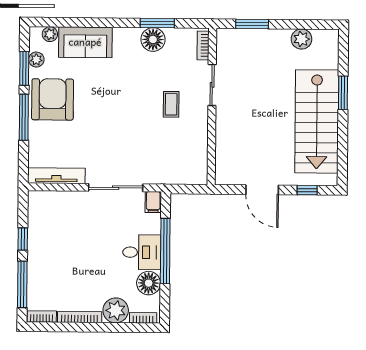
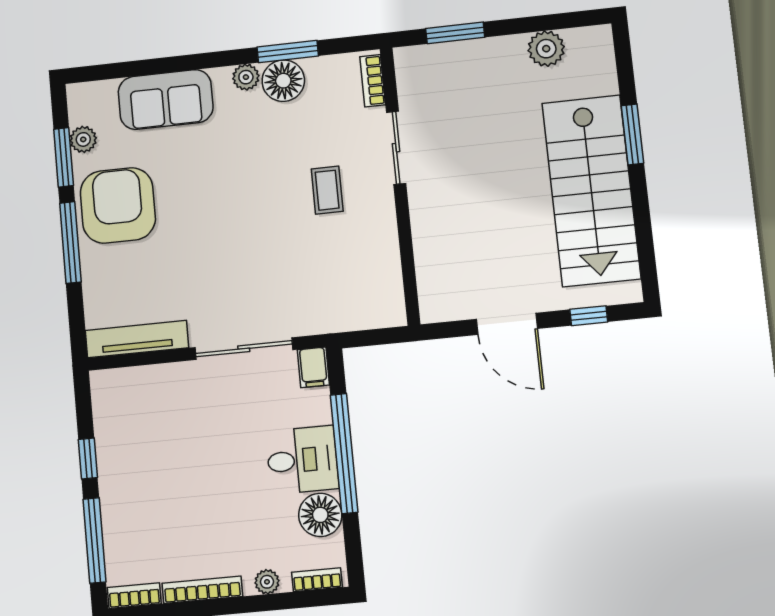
plant: (50, 34) -> (246, 77), moved
plant: (116, 310) -> (267, 582), width x0.53, depth x0.53

